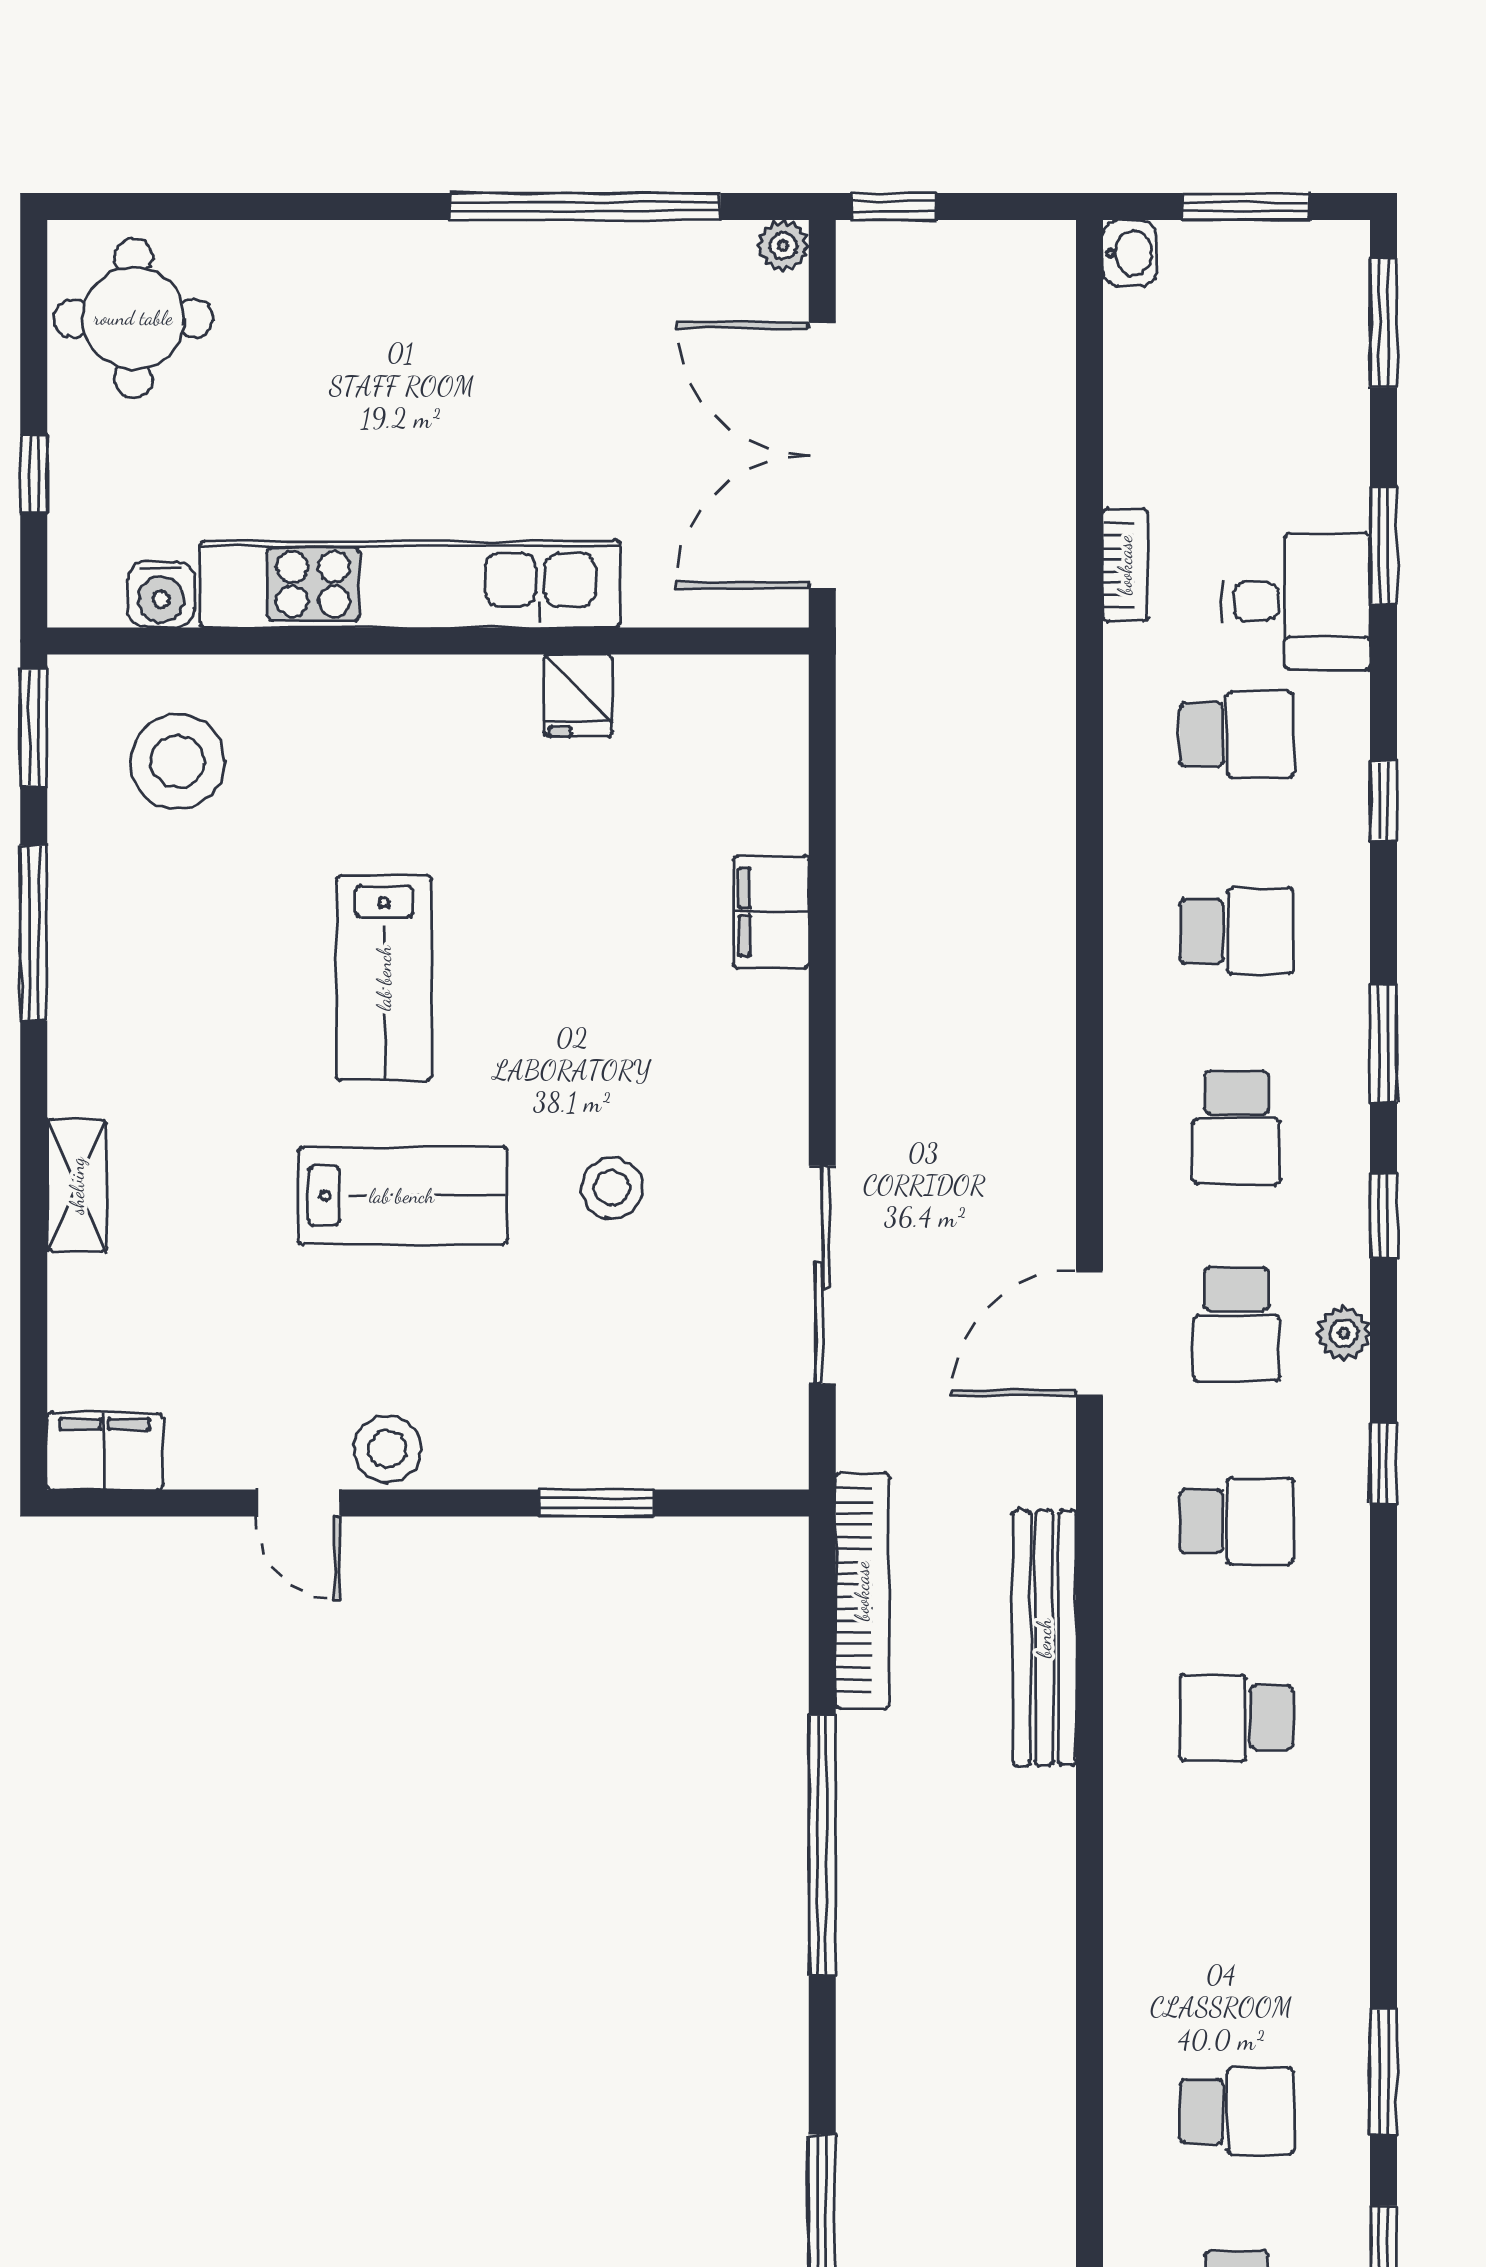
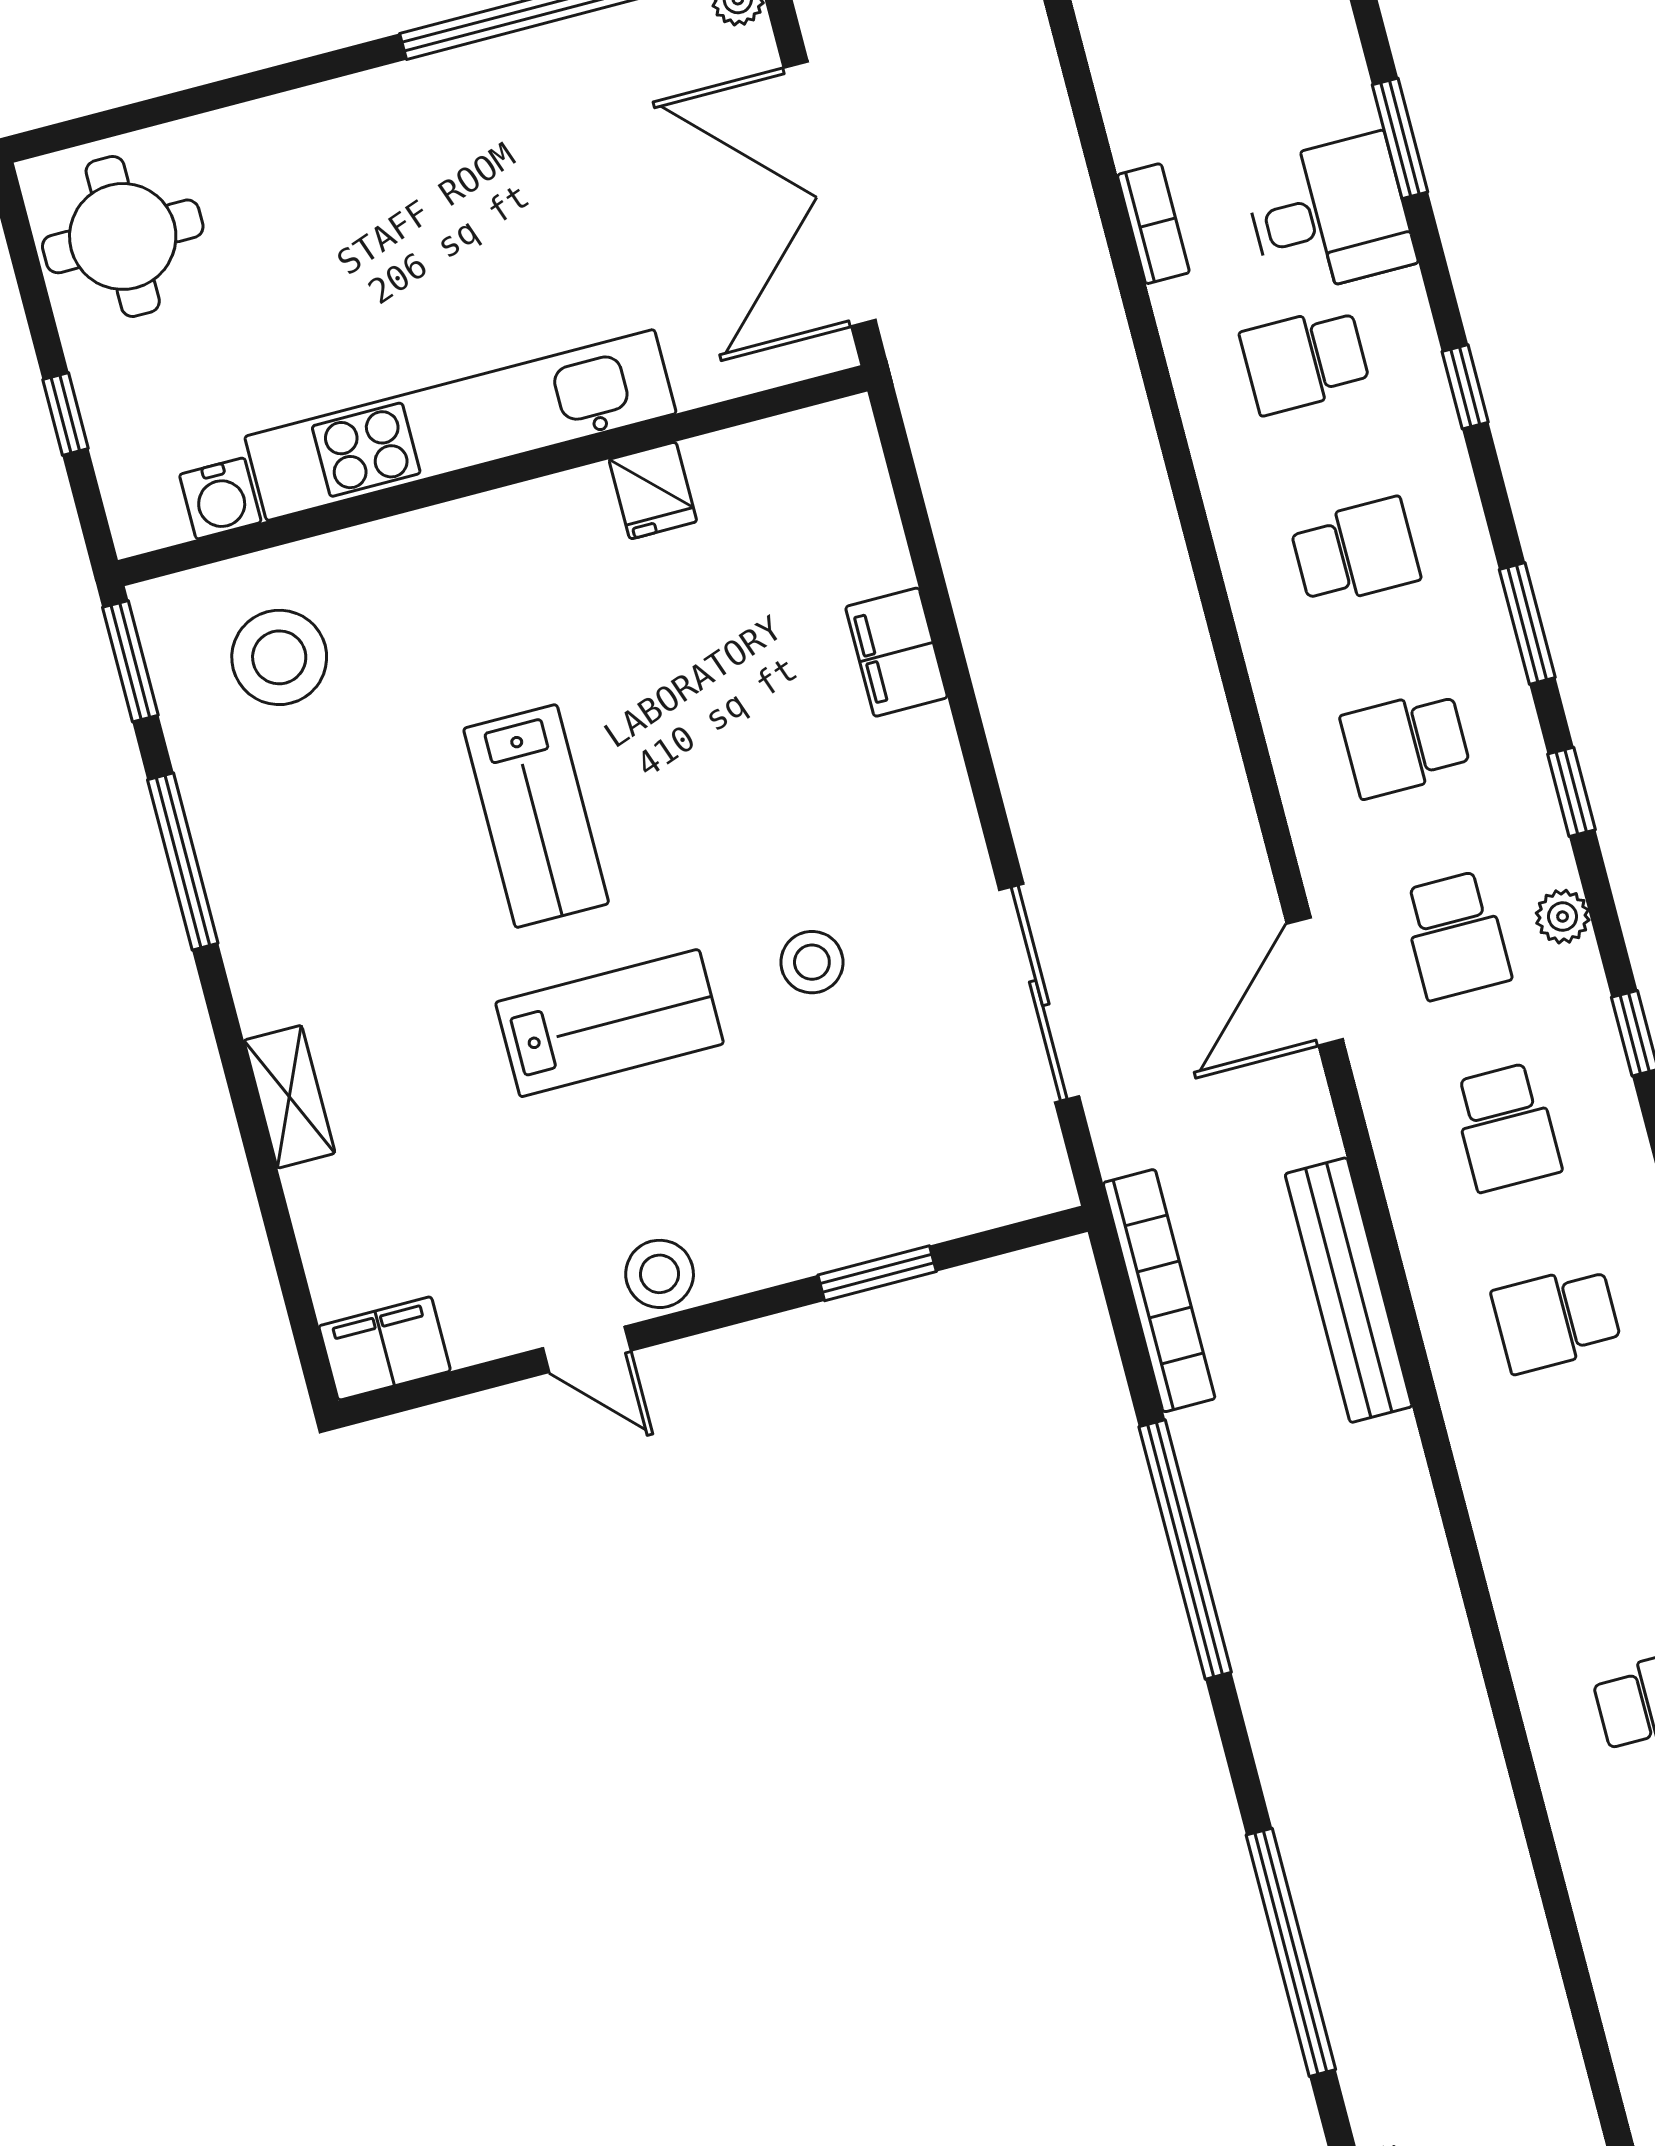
school desk: (1237, 735) -> (1305, 360), turned 180
school desk: (1237, 1128) -> (1406, 744), turned 90
school desk: (1237, 1521) -> (1506, 1127), turned 90

